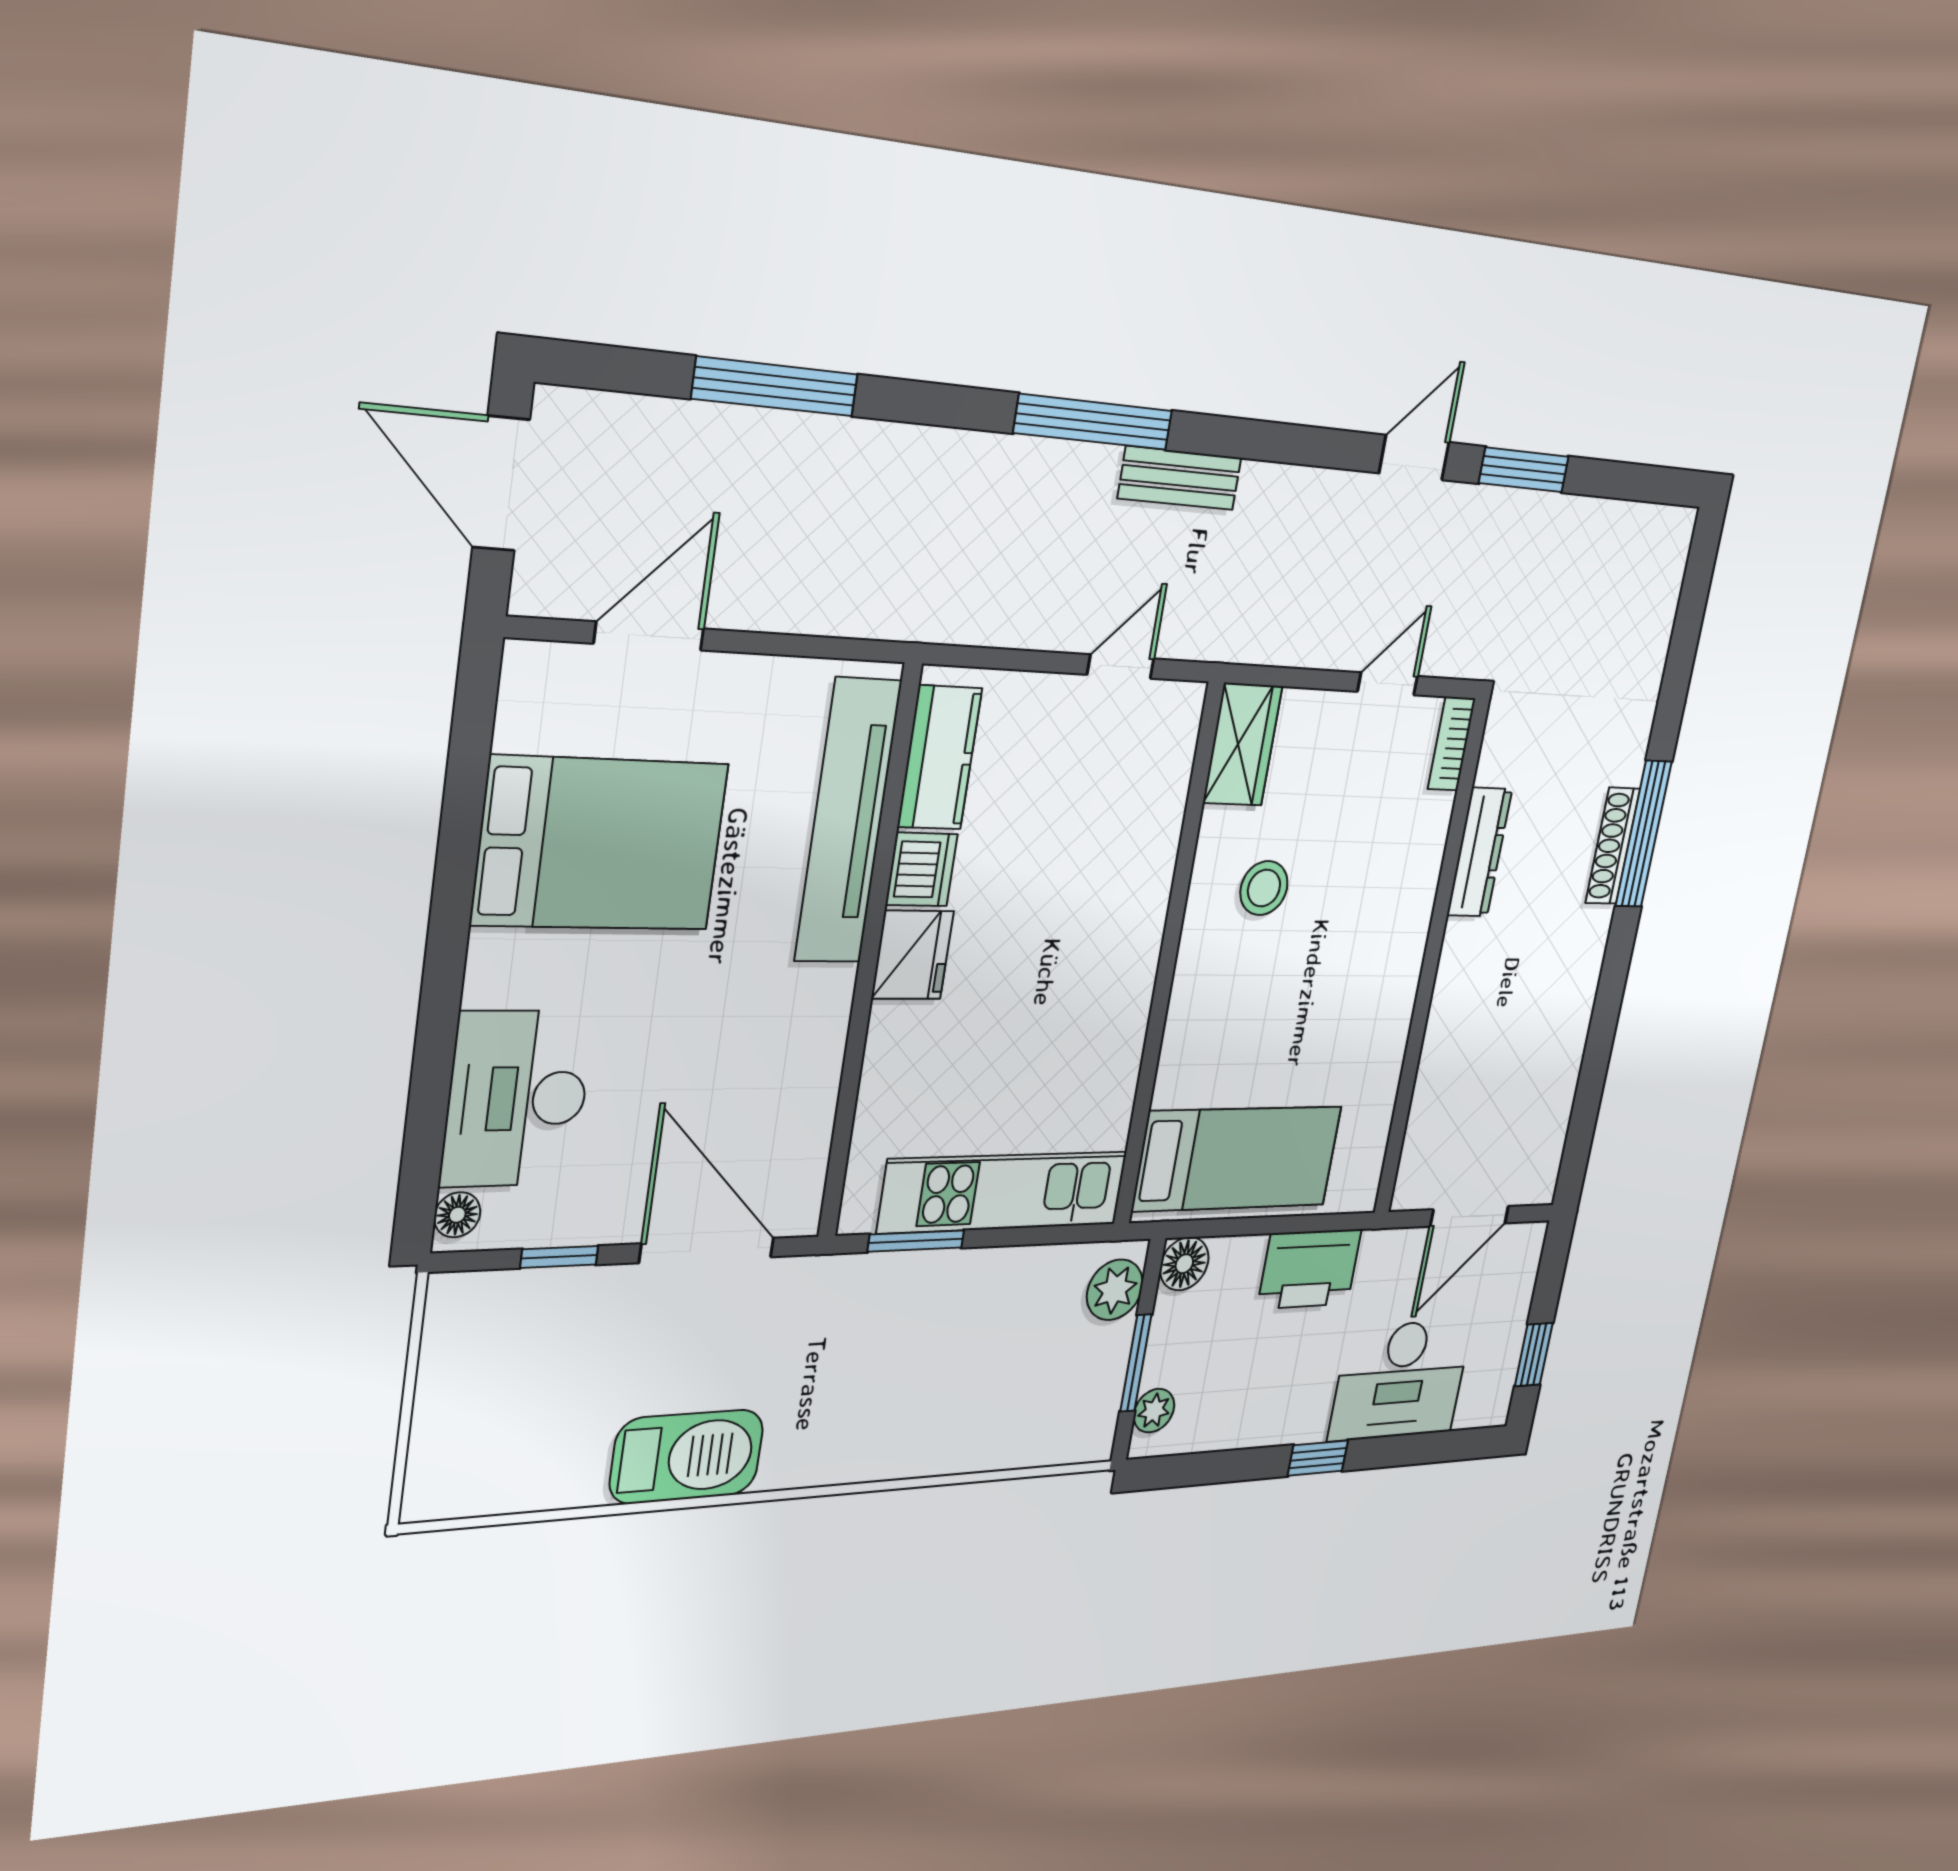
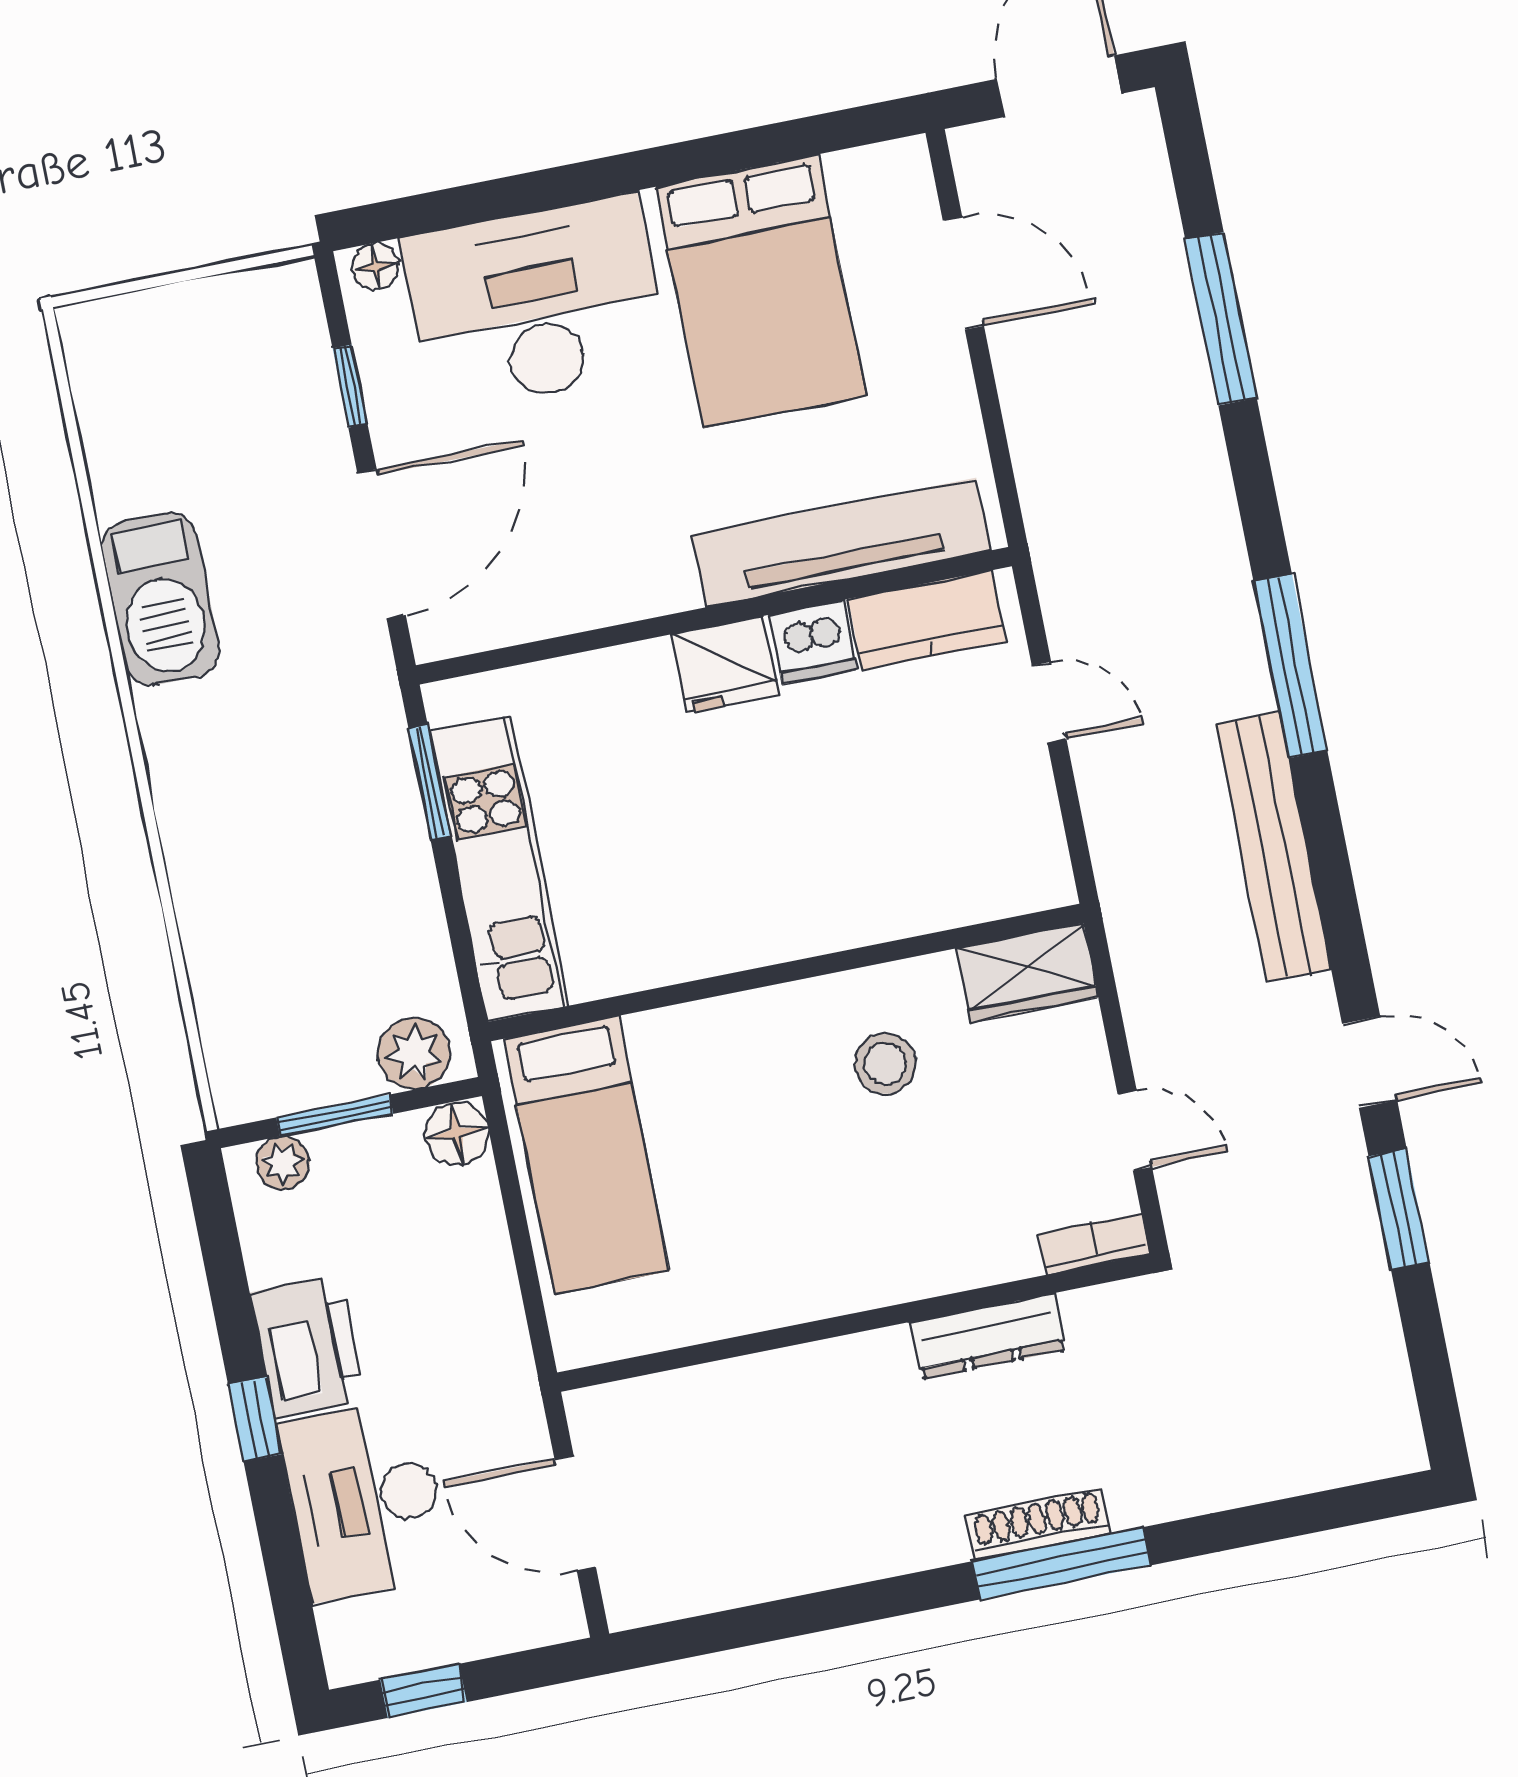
bench: (1180, 478) -> (1273, 847), width x1.86, depth x1.21
door: (1121, 667) -> (1049, 702), moved
desk: (517, 1099) -> (536, 304), width x1.36, depth x1.30
printer: (1309, 1269) -> (307, 1346), moved, turned 180

